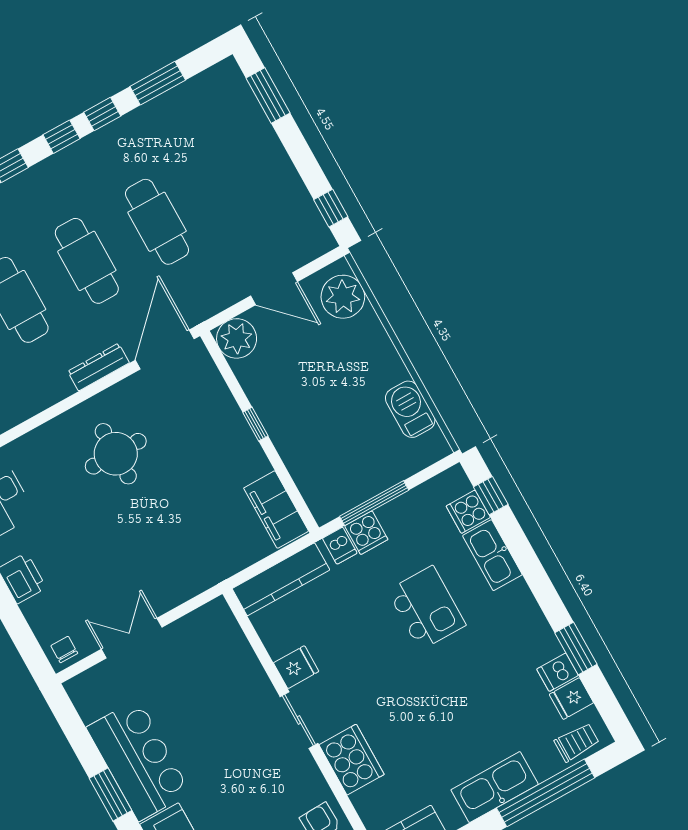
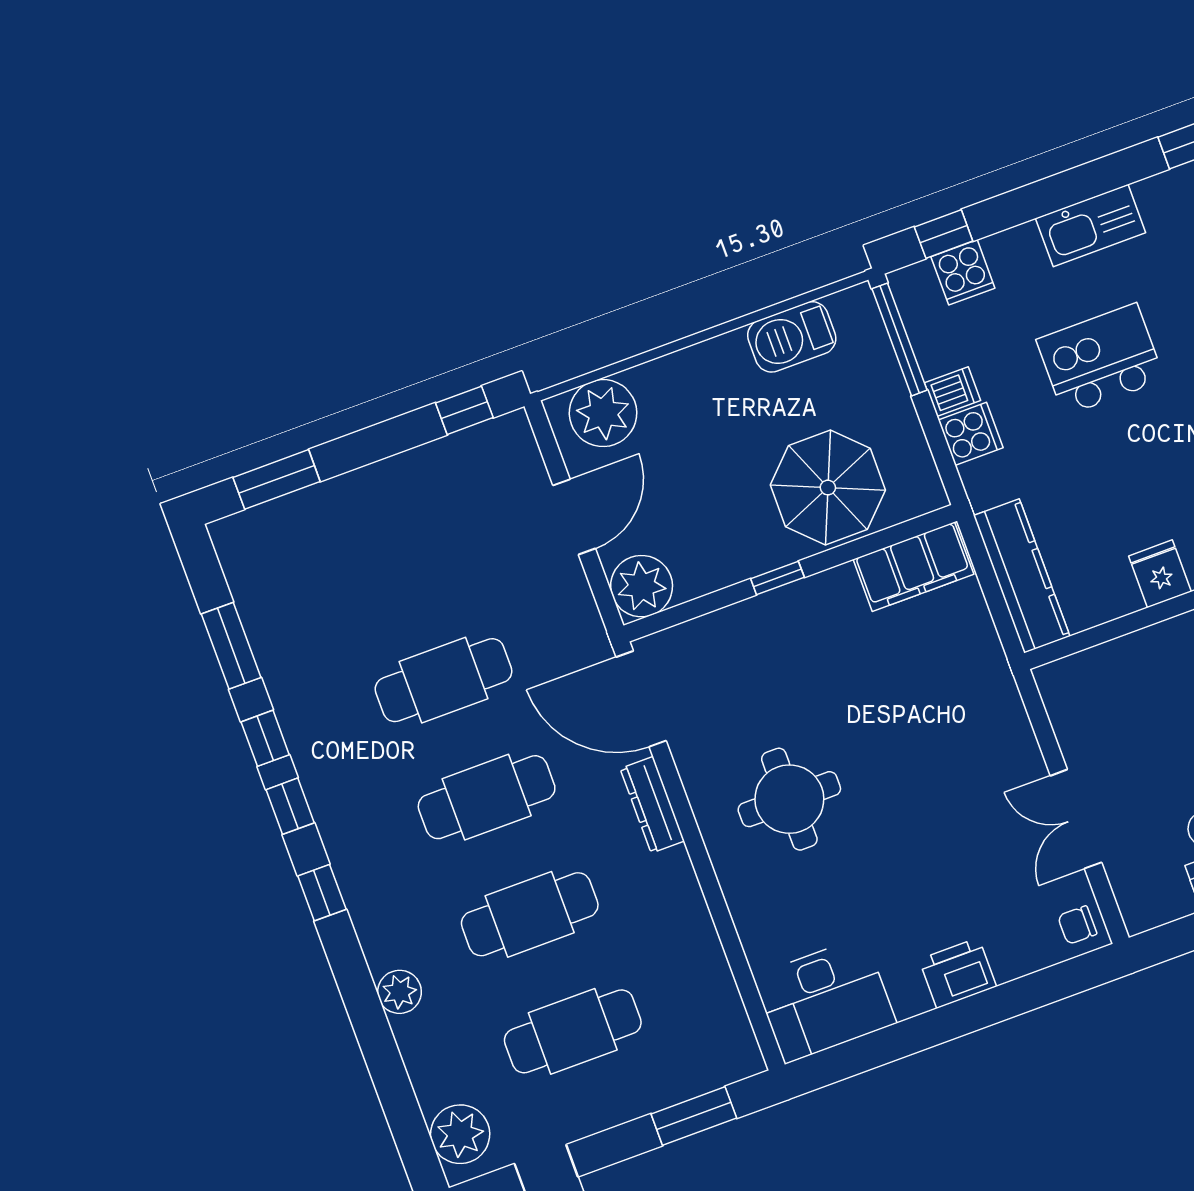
parasol: (318, 447) -> (828, 488), added
window: (374, 503) -> (900, 339), moved
dishwasher: (340, 546) -> (953, 392), moved
kitchen sink: (492, 555) -> (1091, 226), moved

